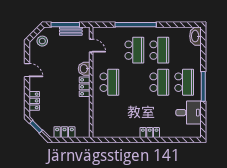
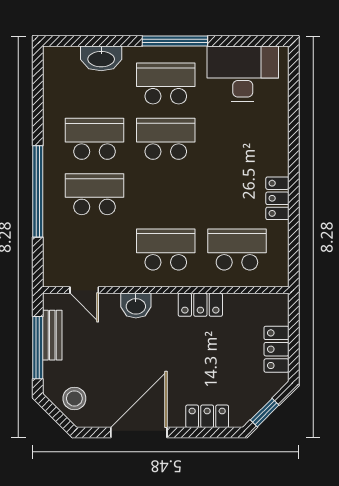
washbasin: (195, 36) -> (101, 58), moved
door: (91, 46) -> (84, 290), swing flipped
door: (27, 70) -> (139, 432), width x1.88
locker: (85, 87) -> (200, 305), moved
desk: (189, 113) -> (243, 74), width x1.37
school desk: (109, 114) -> (237, 250), added
locker: (150, 132) -> (277, 198), moved

